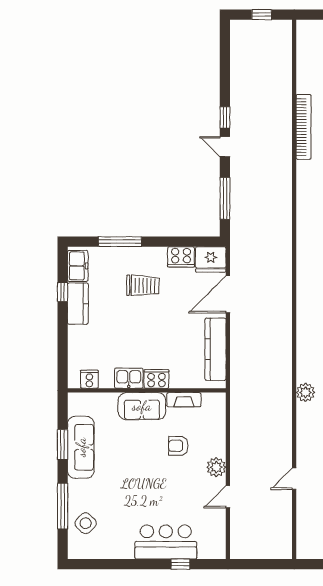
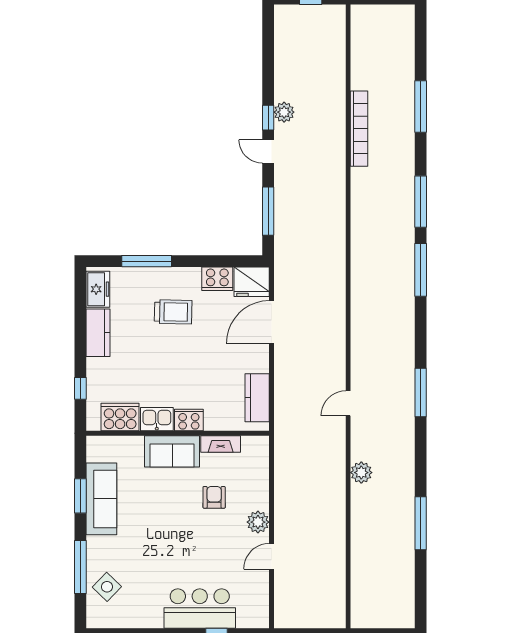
plant: (239, 113) -> (284, 112), added
window: (63, 292) -> (80, 388), moved
kitchen counter: (216, 349) -> (257, 398), width x0.67
cooker: (89, 379) -> (120, 417), width x1.87, depth x1.31
plant: (306, 392) -> (361, 473), moved
armchair: (178, 446) -> (214, 497), turned 90
door: (294, 479) -> (348, 403), moved

